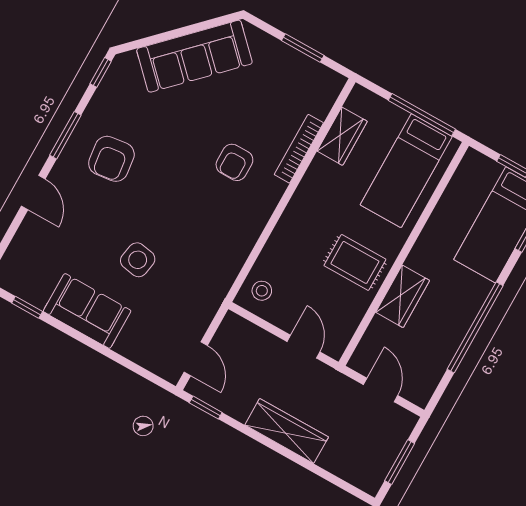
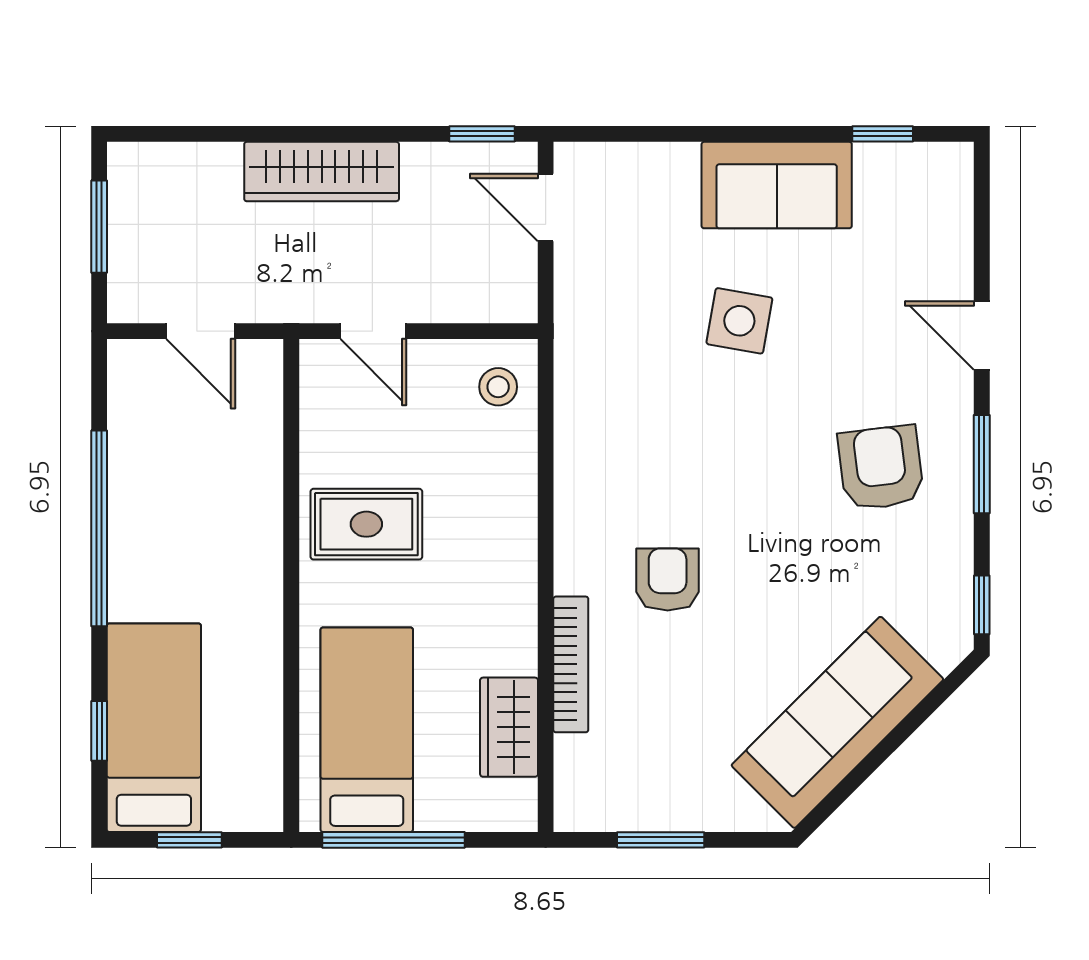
wardrobe: (403, 296) -> (253, 512), removed

